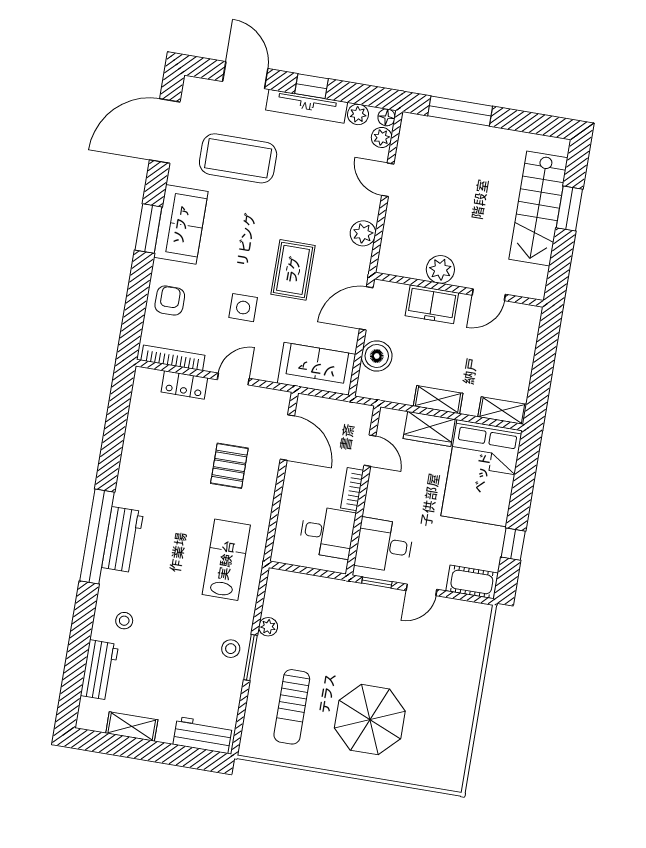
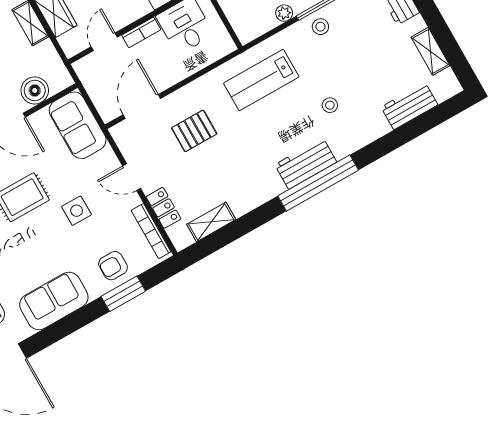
window: (148, 229) -> (123, 294), moved
shelving: (138, 416) -> (211, 222), added
stool: (124, 621) -> (330, 105), moved

